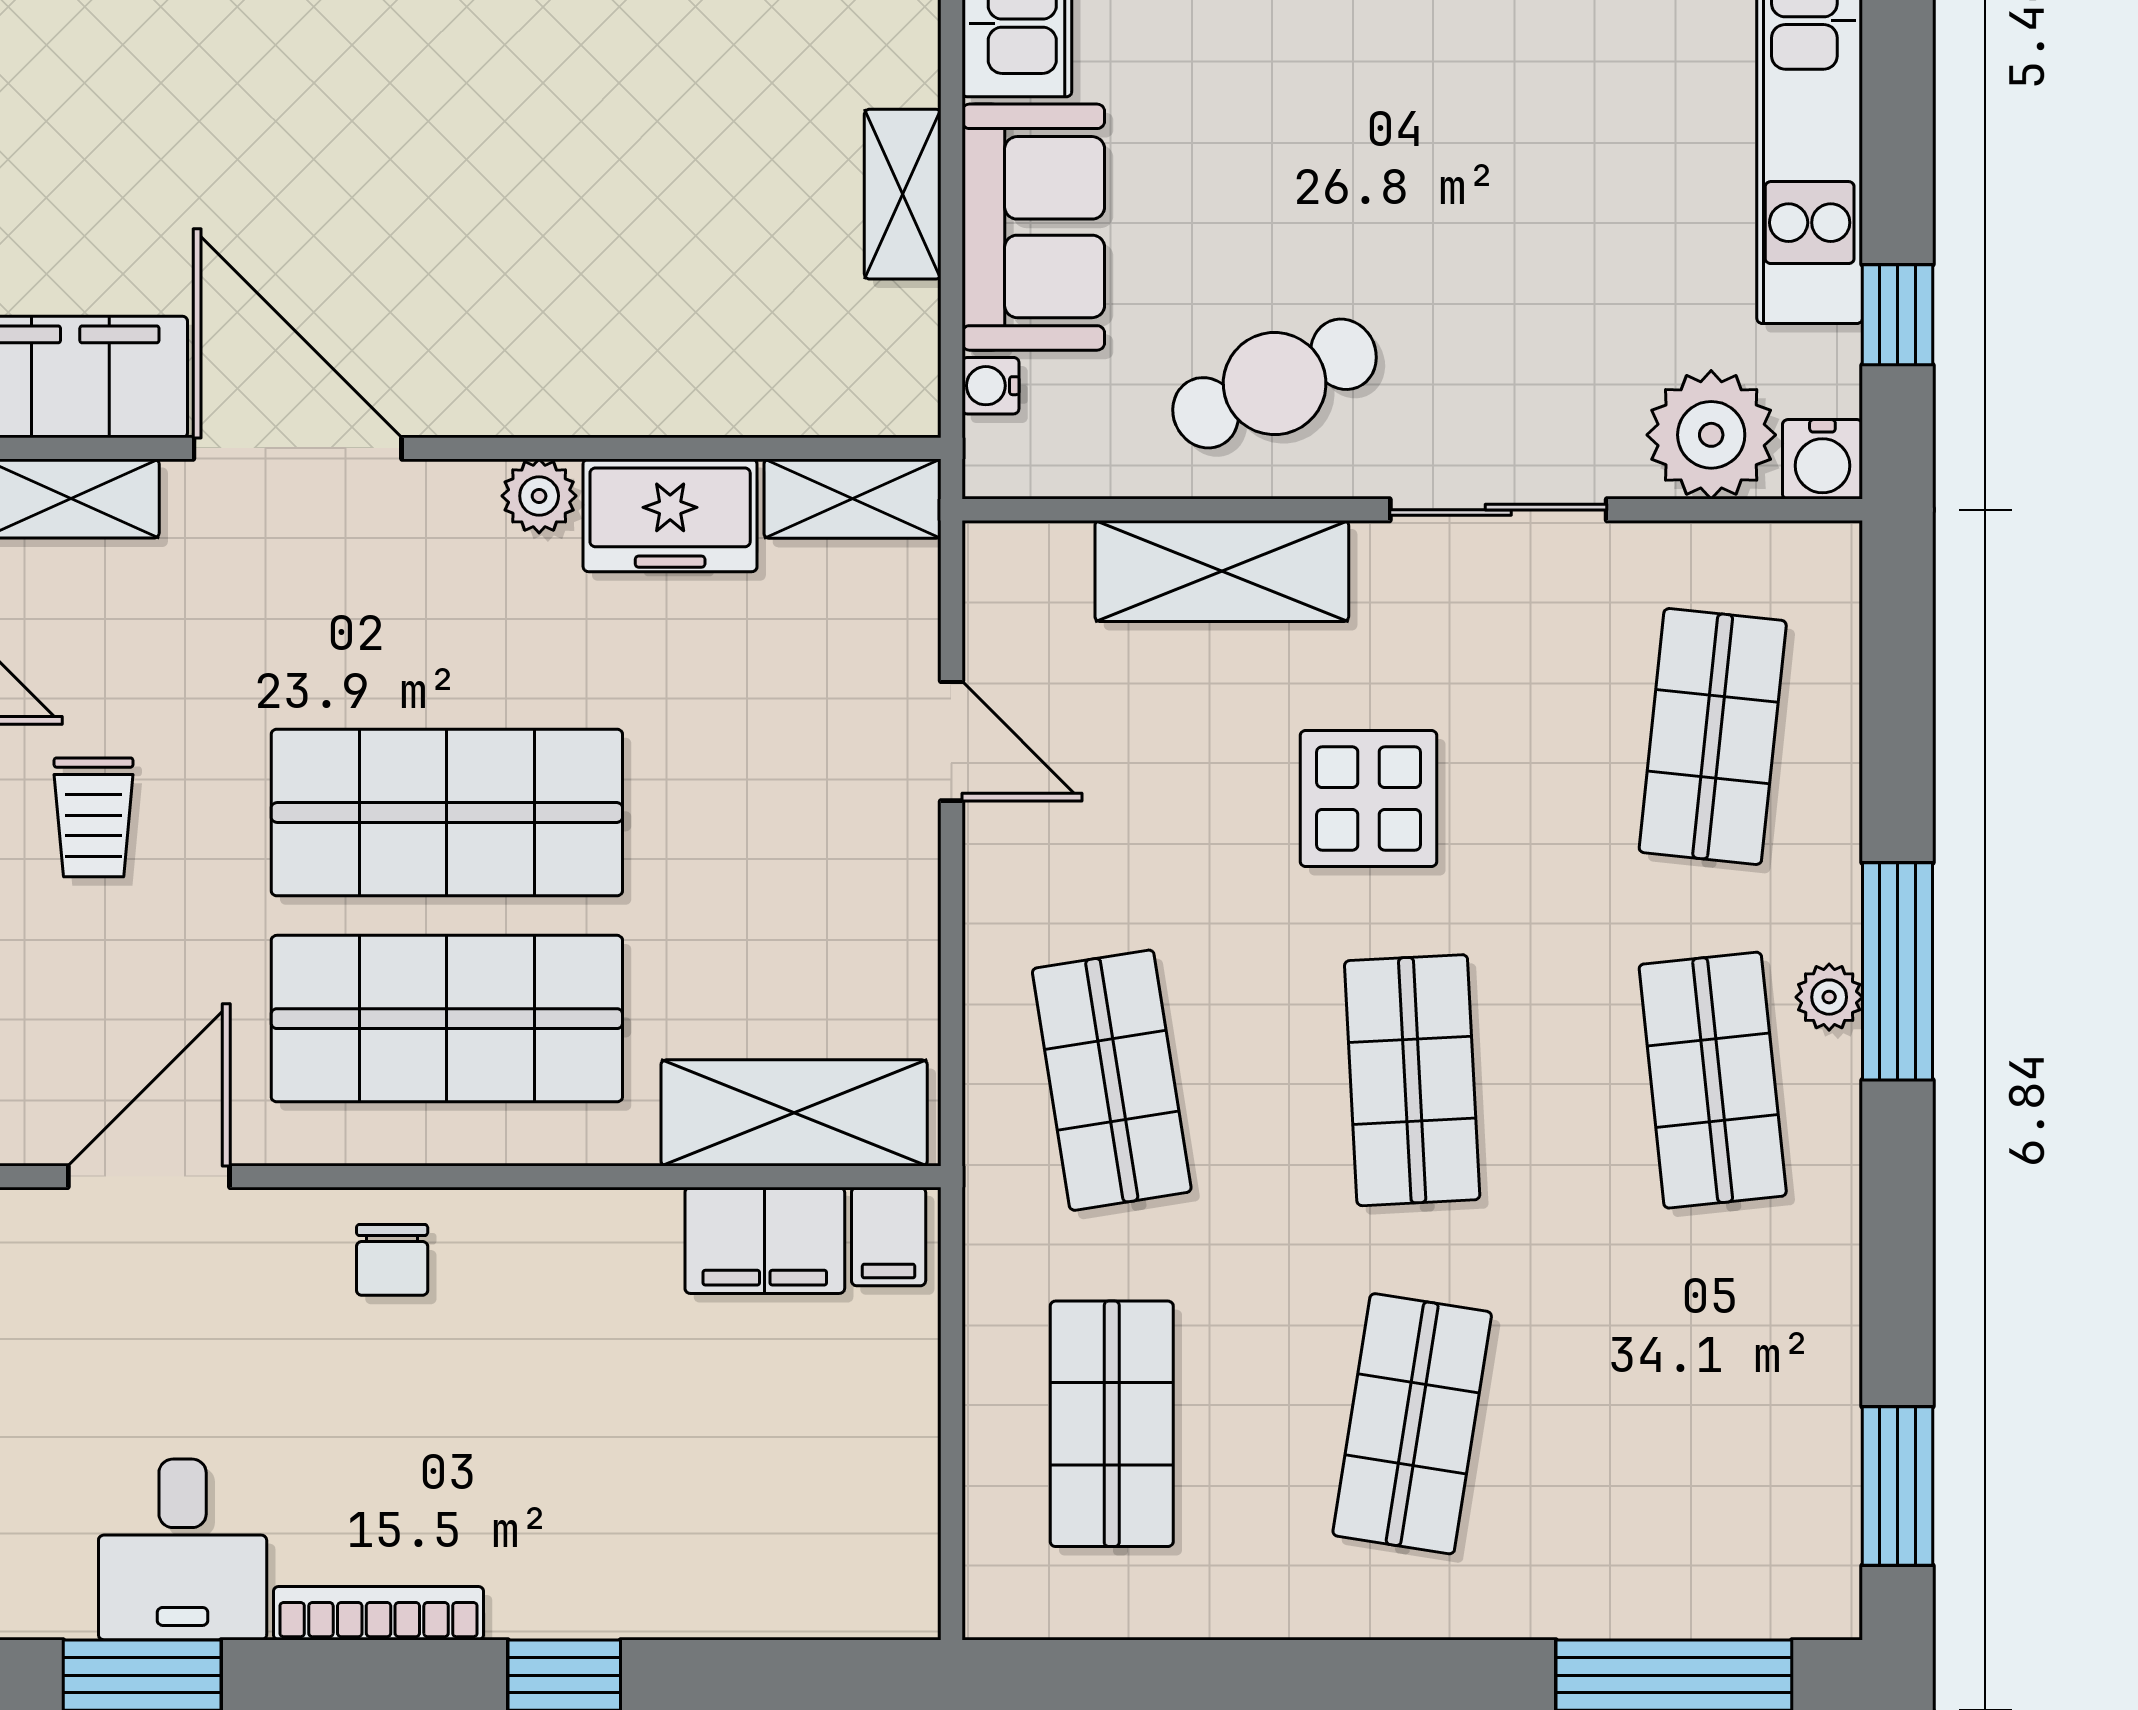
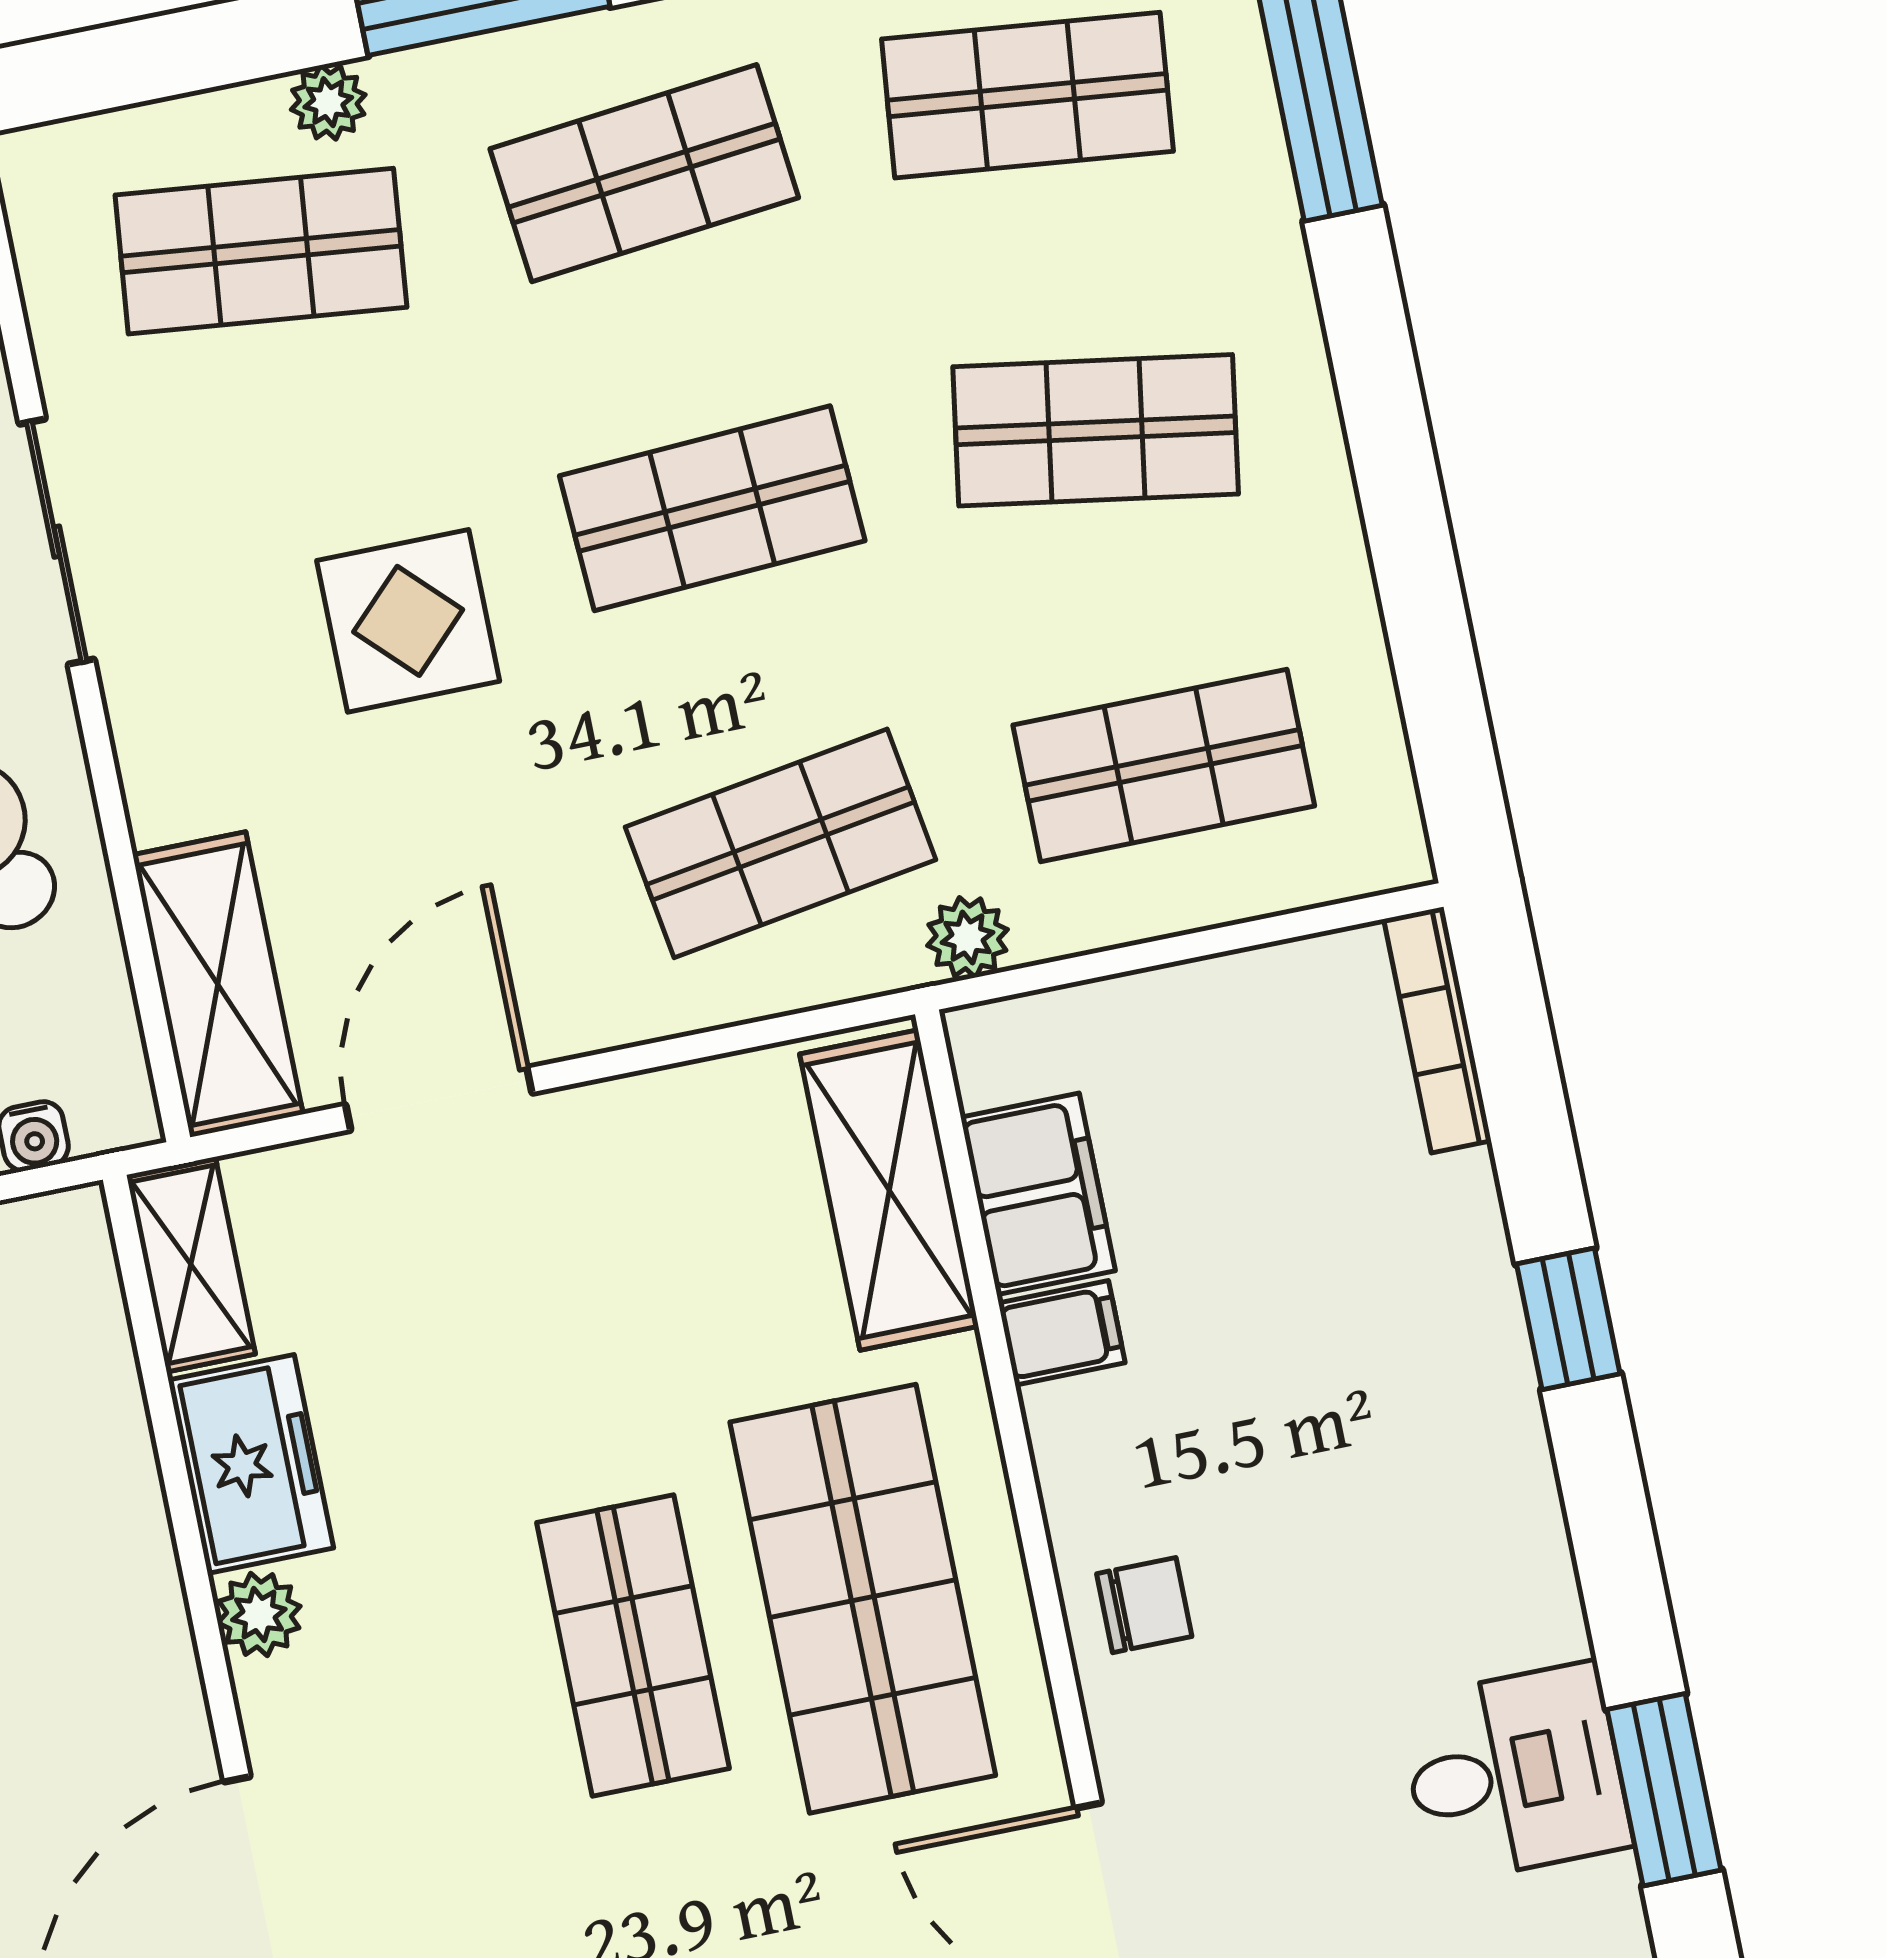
shelving: (1222, 571) -> (218, 985), moved
door: (951, 741) -> (439, 1099), width x1.38
shop shelf: (447, 812) -> (633, 1645), width x0.70, depth x0.74
plant: (1829, 997) -> (328, 102), moved
plant: (998, 1225) -> (967, 937), added
filing cabinet: (889, 1237) -> (1062, 1333), moved
shop shelf: (1713, 1424) -> (1027, 95), added
bookcase: (378, 1613) -> (1437, 1030), moved

